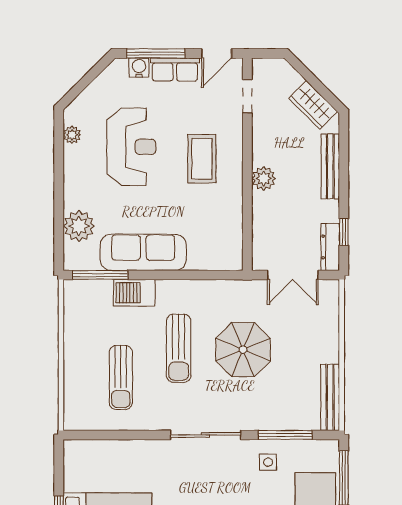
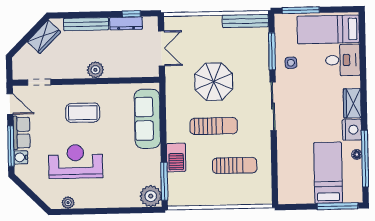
plant: (79, 226) -> (151, 196), moved
dresser: (330, 247) -> (126, 23), moved
sofa: (143, 252) -> (147, 119), moved

